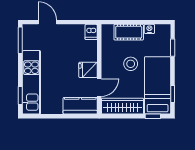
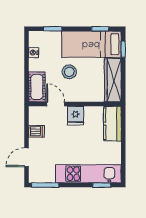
dishwasher: (91, 32) -> (37, 131), moved
cot: (129, 32) -> (37, 87), moved
door: (99, 88) -> (56, 104), moved

